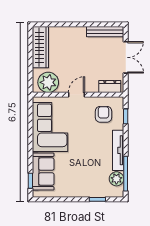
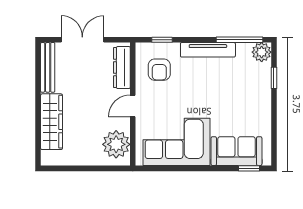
wardrobe: (40, 47) -> (52, 122), moved, turned 90
dresser: (110, 87) -> (122, 68), width x1.44
door: (77, 95) -> (133, 106), hinge flipped
armchair: (103, 114) -> (159, 70), turned -90
plant: (116, 179) -> (262, 52), moved

